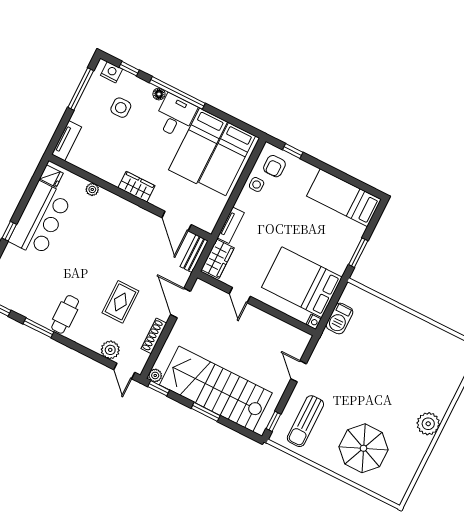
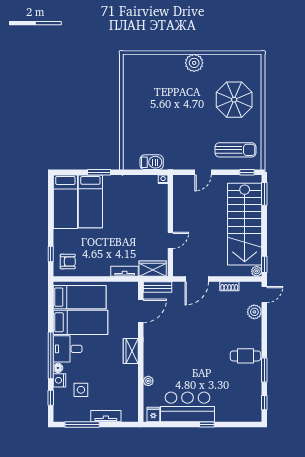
nightstand: (112, 72) -> (59, 380), moved
tv unit: (67, 141) -> (106, 416), moved
side table: (257, 184) -> (87, 268), removed
bed: (302, 282) -> (90, 201), moved, width x0.67
rug: (120, 302) -> (217, 322), removed
shoe rack: (154, 336) -> (229, 286), width x0.70
window: (206, 412) -> (264, 194), moved

